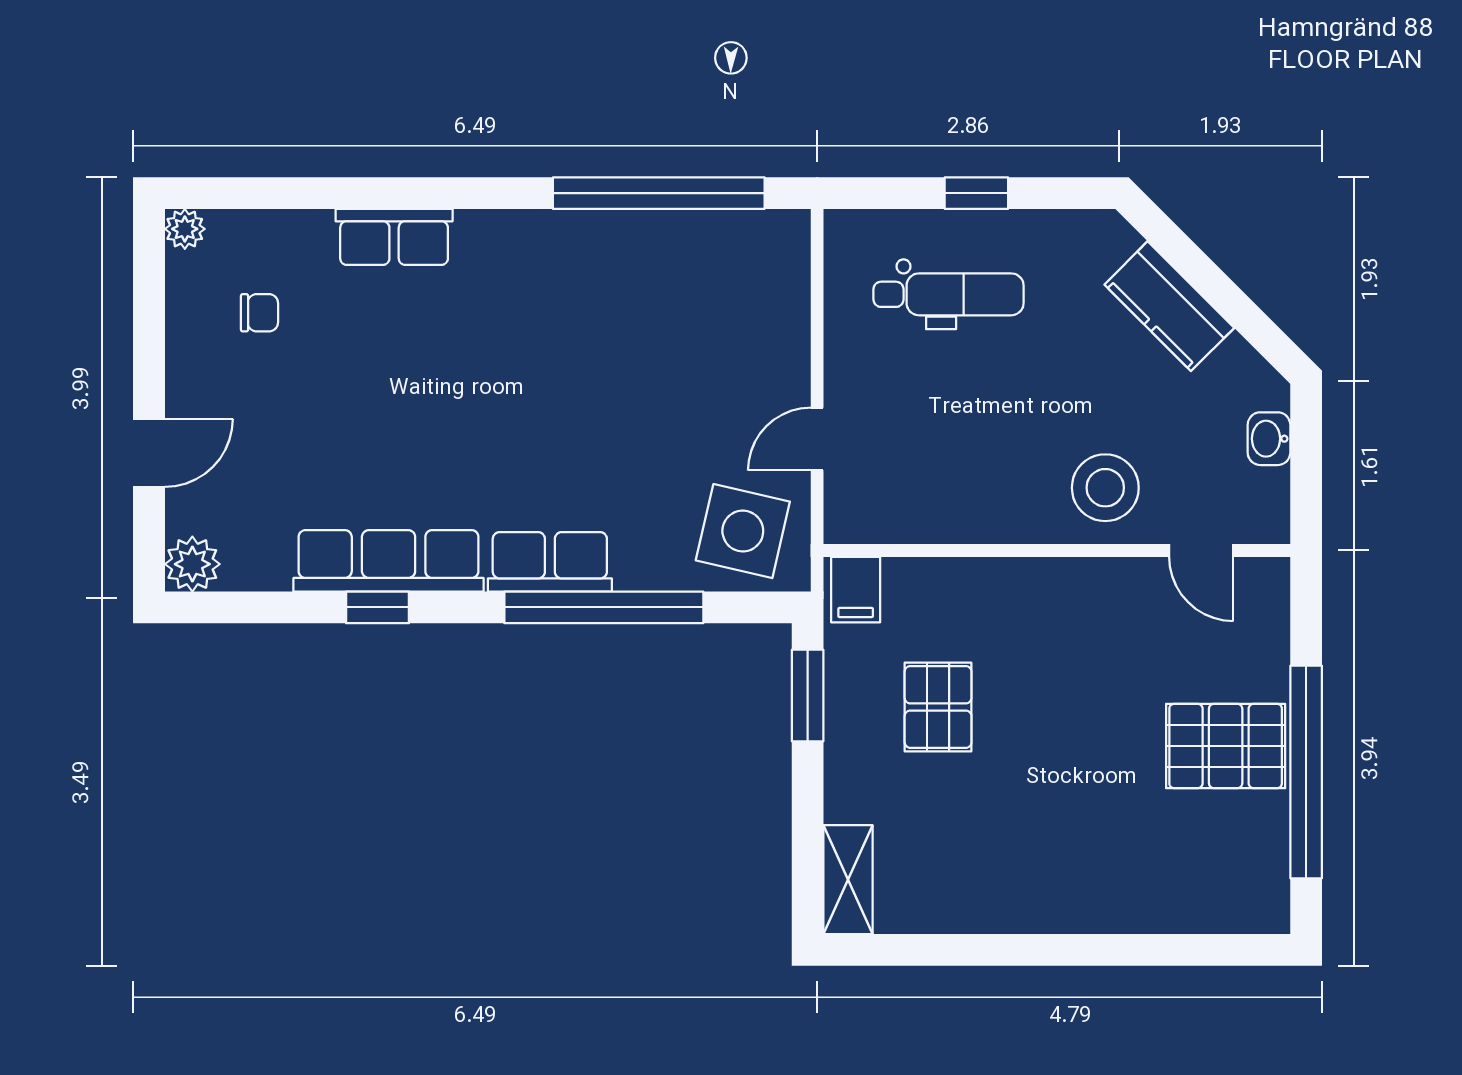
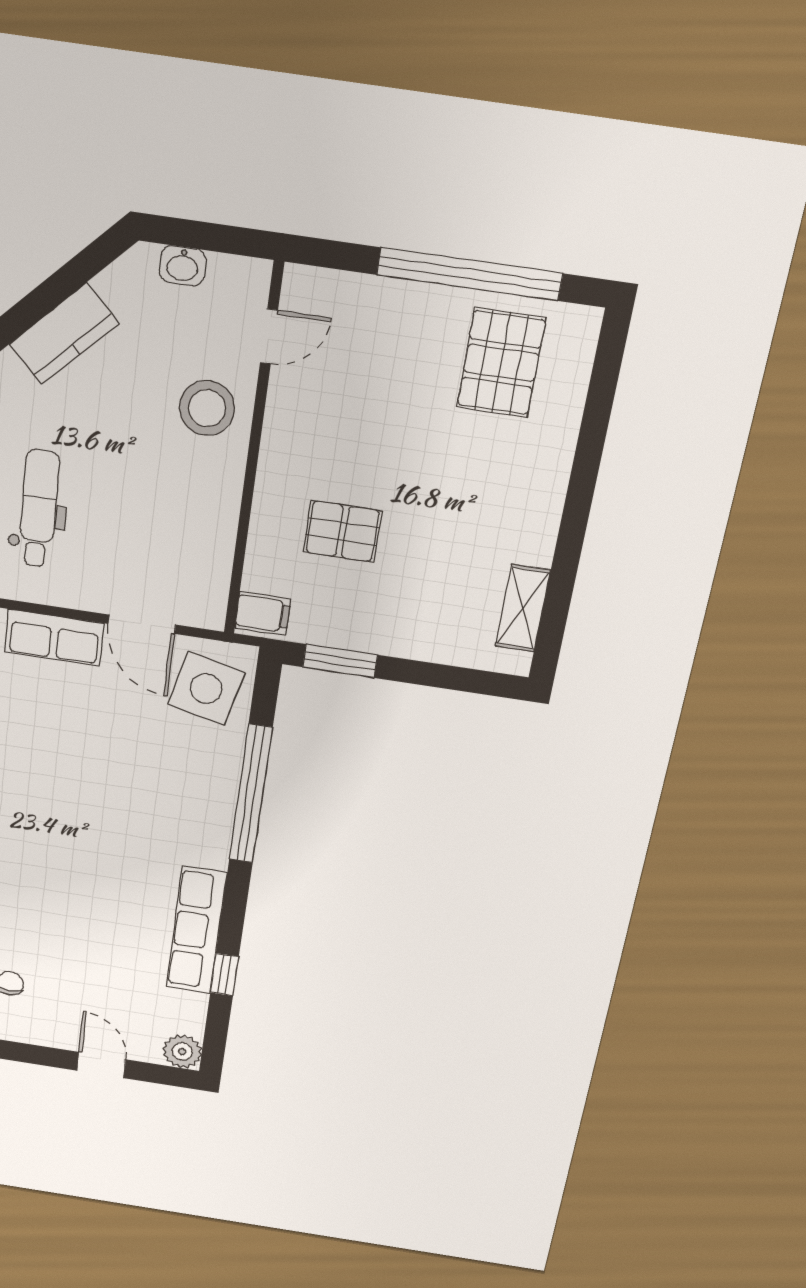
door: (817, 439) -> (142, 624), width x1.38
row of seats: (550, 562) -> (54, 638), moved, turned -90
window: (378, 607) -> (224, 975), moved
pallet: (938, 707) -> (342, 531), moved
pallet: (1226, 746) -> (501, 363), moved
shelving: (848, 880) -> (523, 608), moved, turned 90

